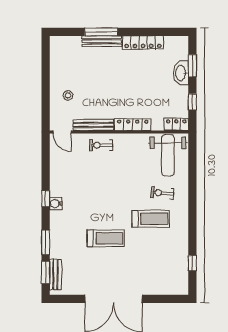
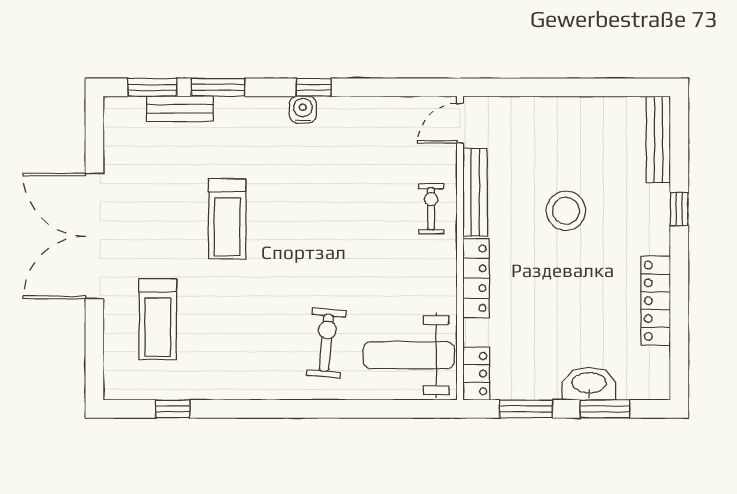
window: (101, 32) -> (679, 209), width x0.46
bench: (102, 41) -> (658, 139), moved
stool: (68, 95) -> (566, 211), moved, width x1.89, depth x1.89
window: (192, 102) -> (526, 409), width x1.50
exercise bike: (162, 193) -> (326, 343), width x1.38, depth x1.39
treadmill: (151, 219) -> (158, 319), moved
bench: (55, 274) -> (180, 109), moved

